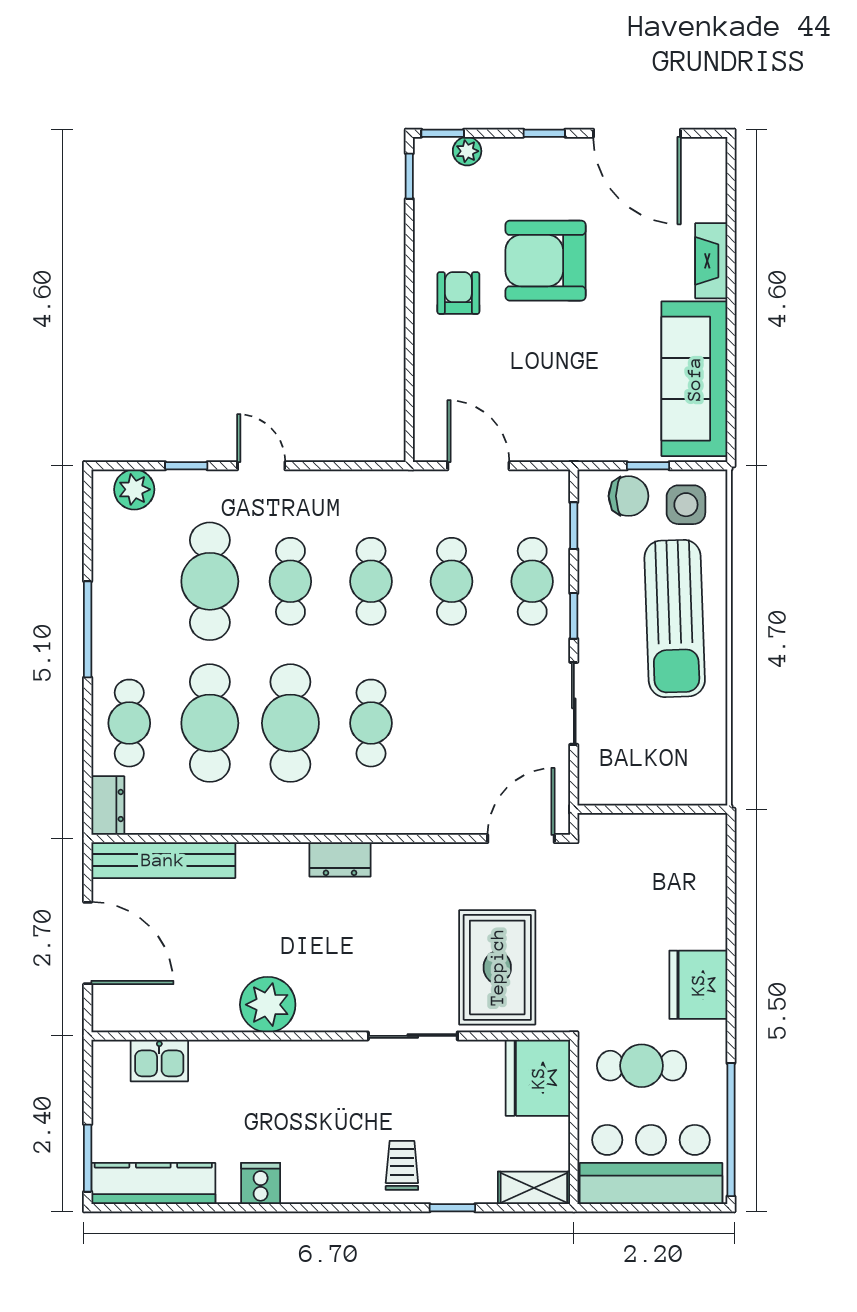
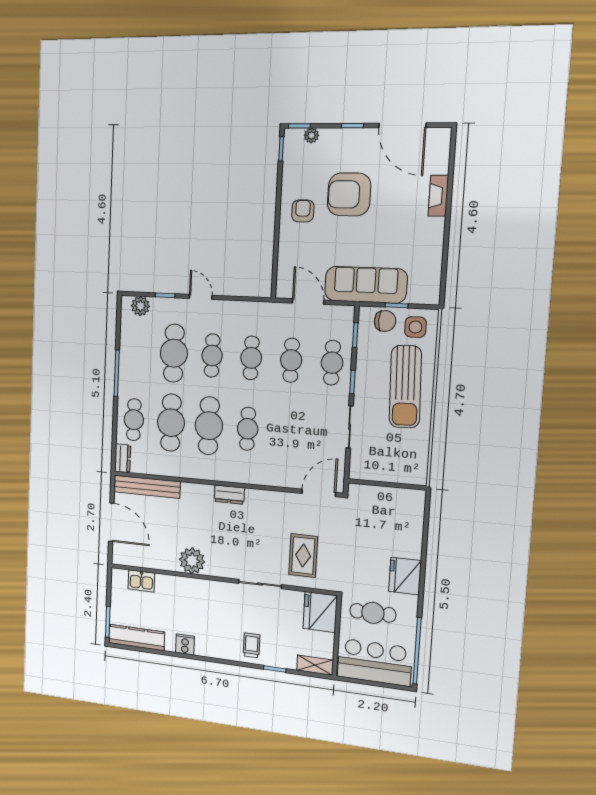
sofa: (694, 379) -> (366, 285), moved, turned 90
rug: (497, 967) -> (303, 556), width x0.73, depth x0.70

